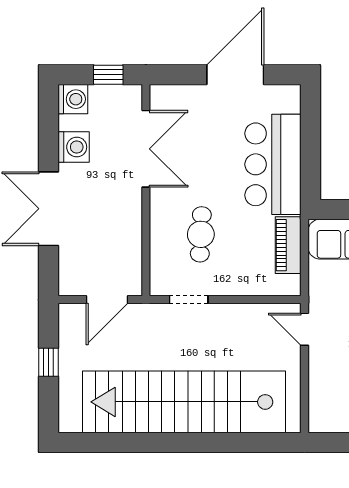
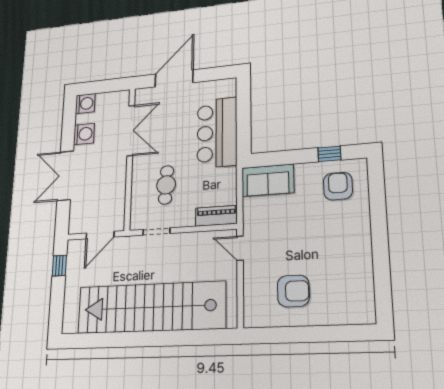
window: (108, 75) -> (109, 86), removed
door: (235, 75) -> (174, 78), moved
piano: (288, 245) -> (216, 216), moved, turned 90
window: (49, 362) -> (59, 266), moved

